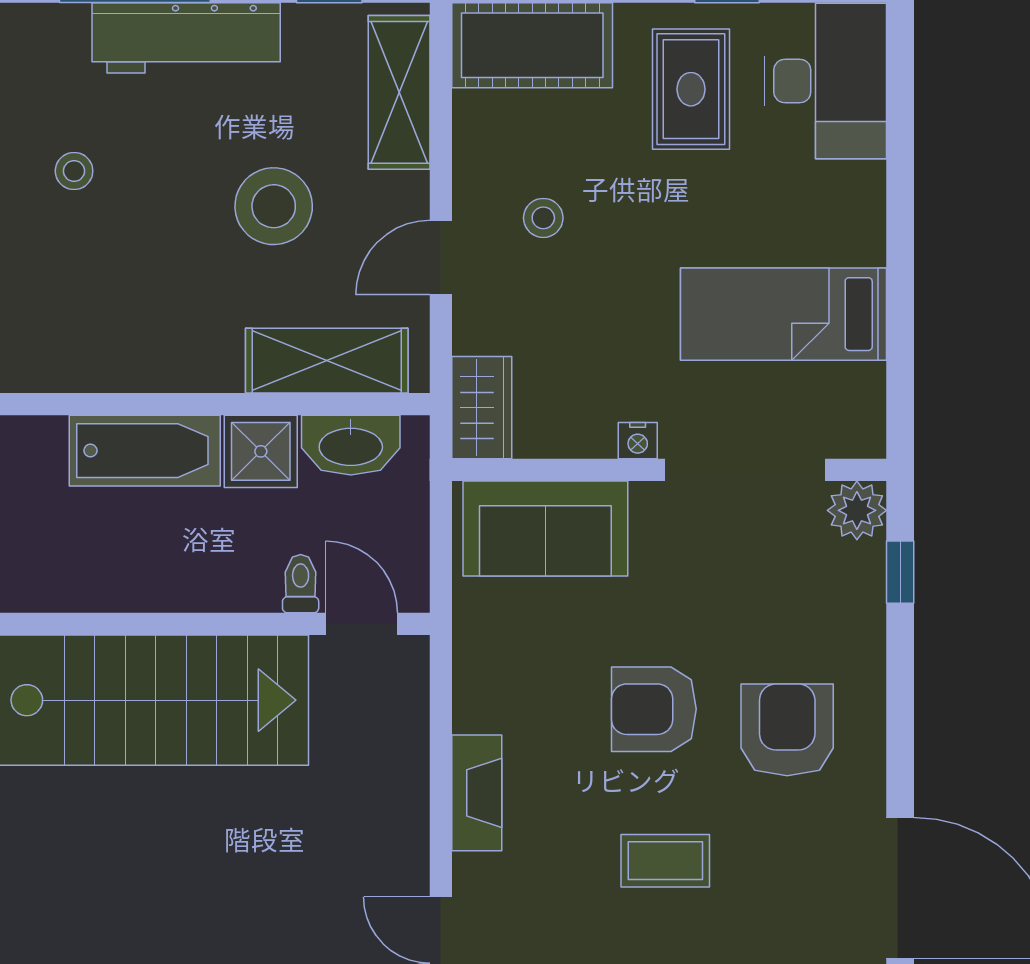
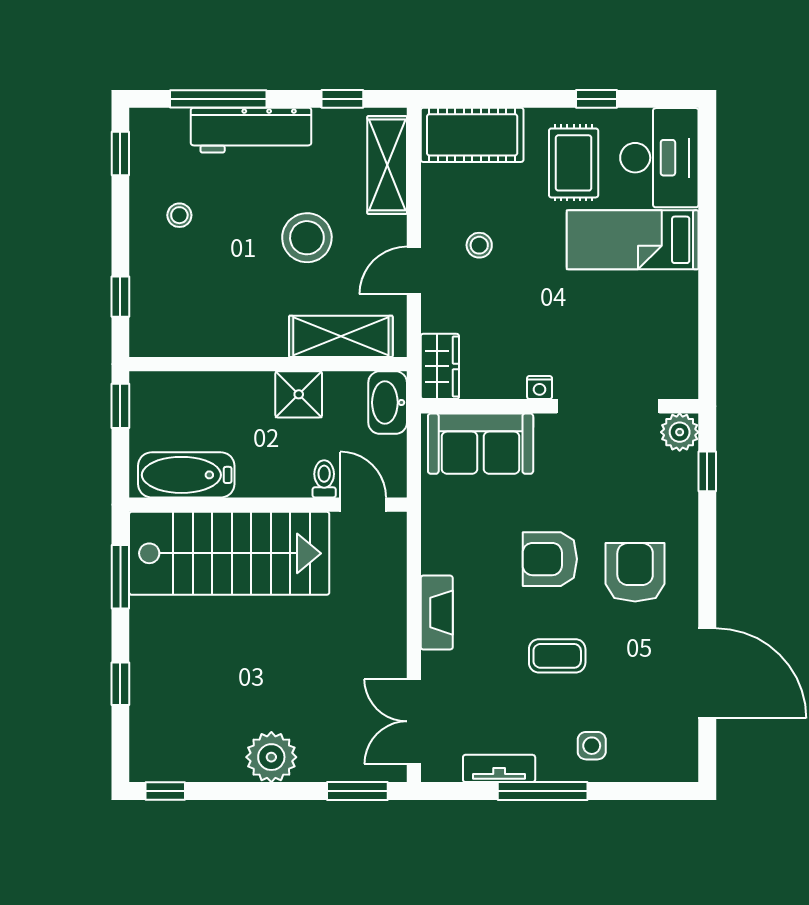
bed: (783, 314) -> (633, 240), moved
washbasin: (351, 445) -> (388, 403), moved, turned 90
bathtub: (145, 451) -> (186, 475), moved, turned 180

